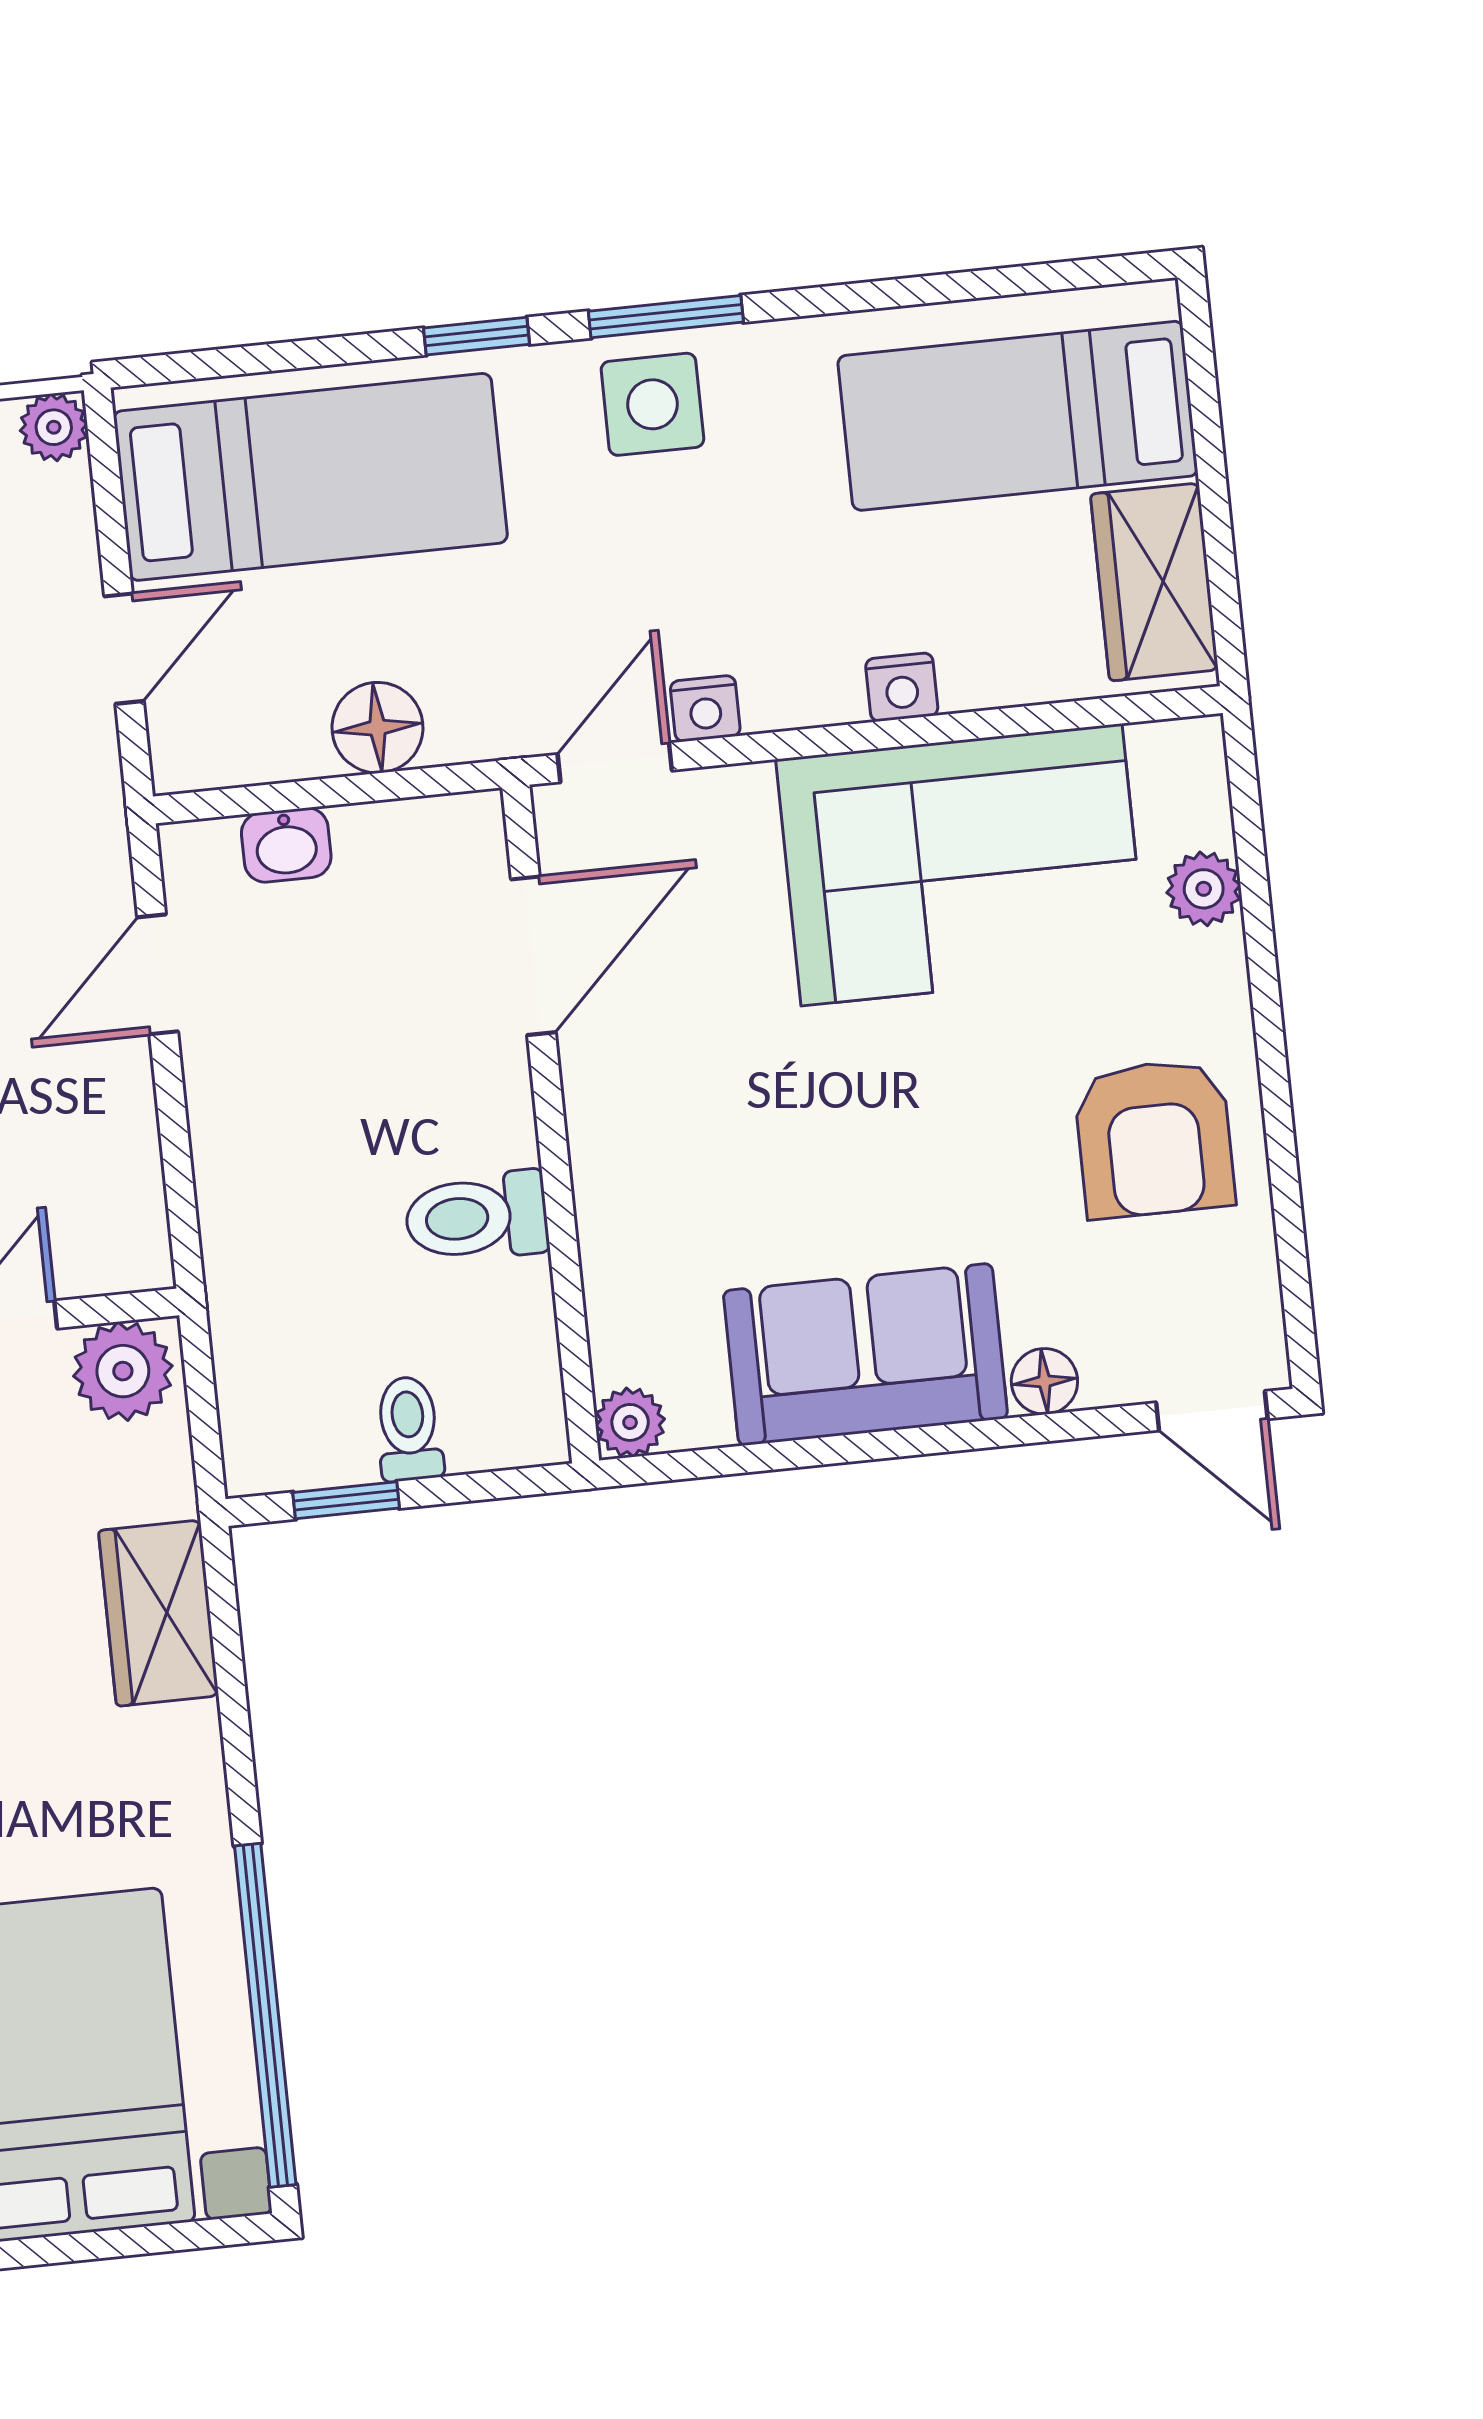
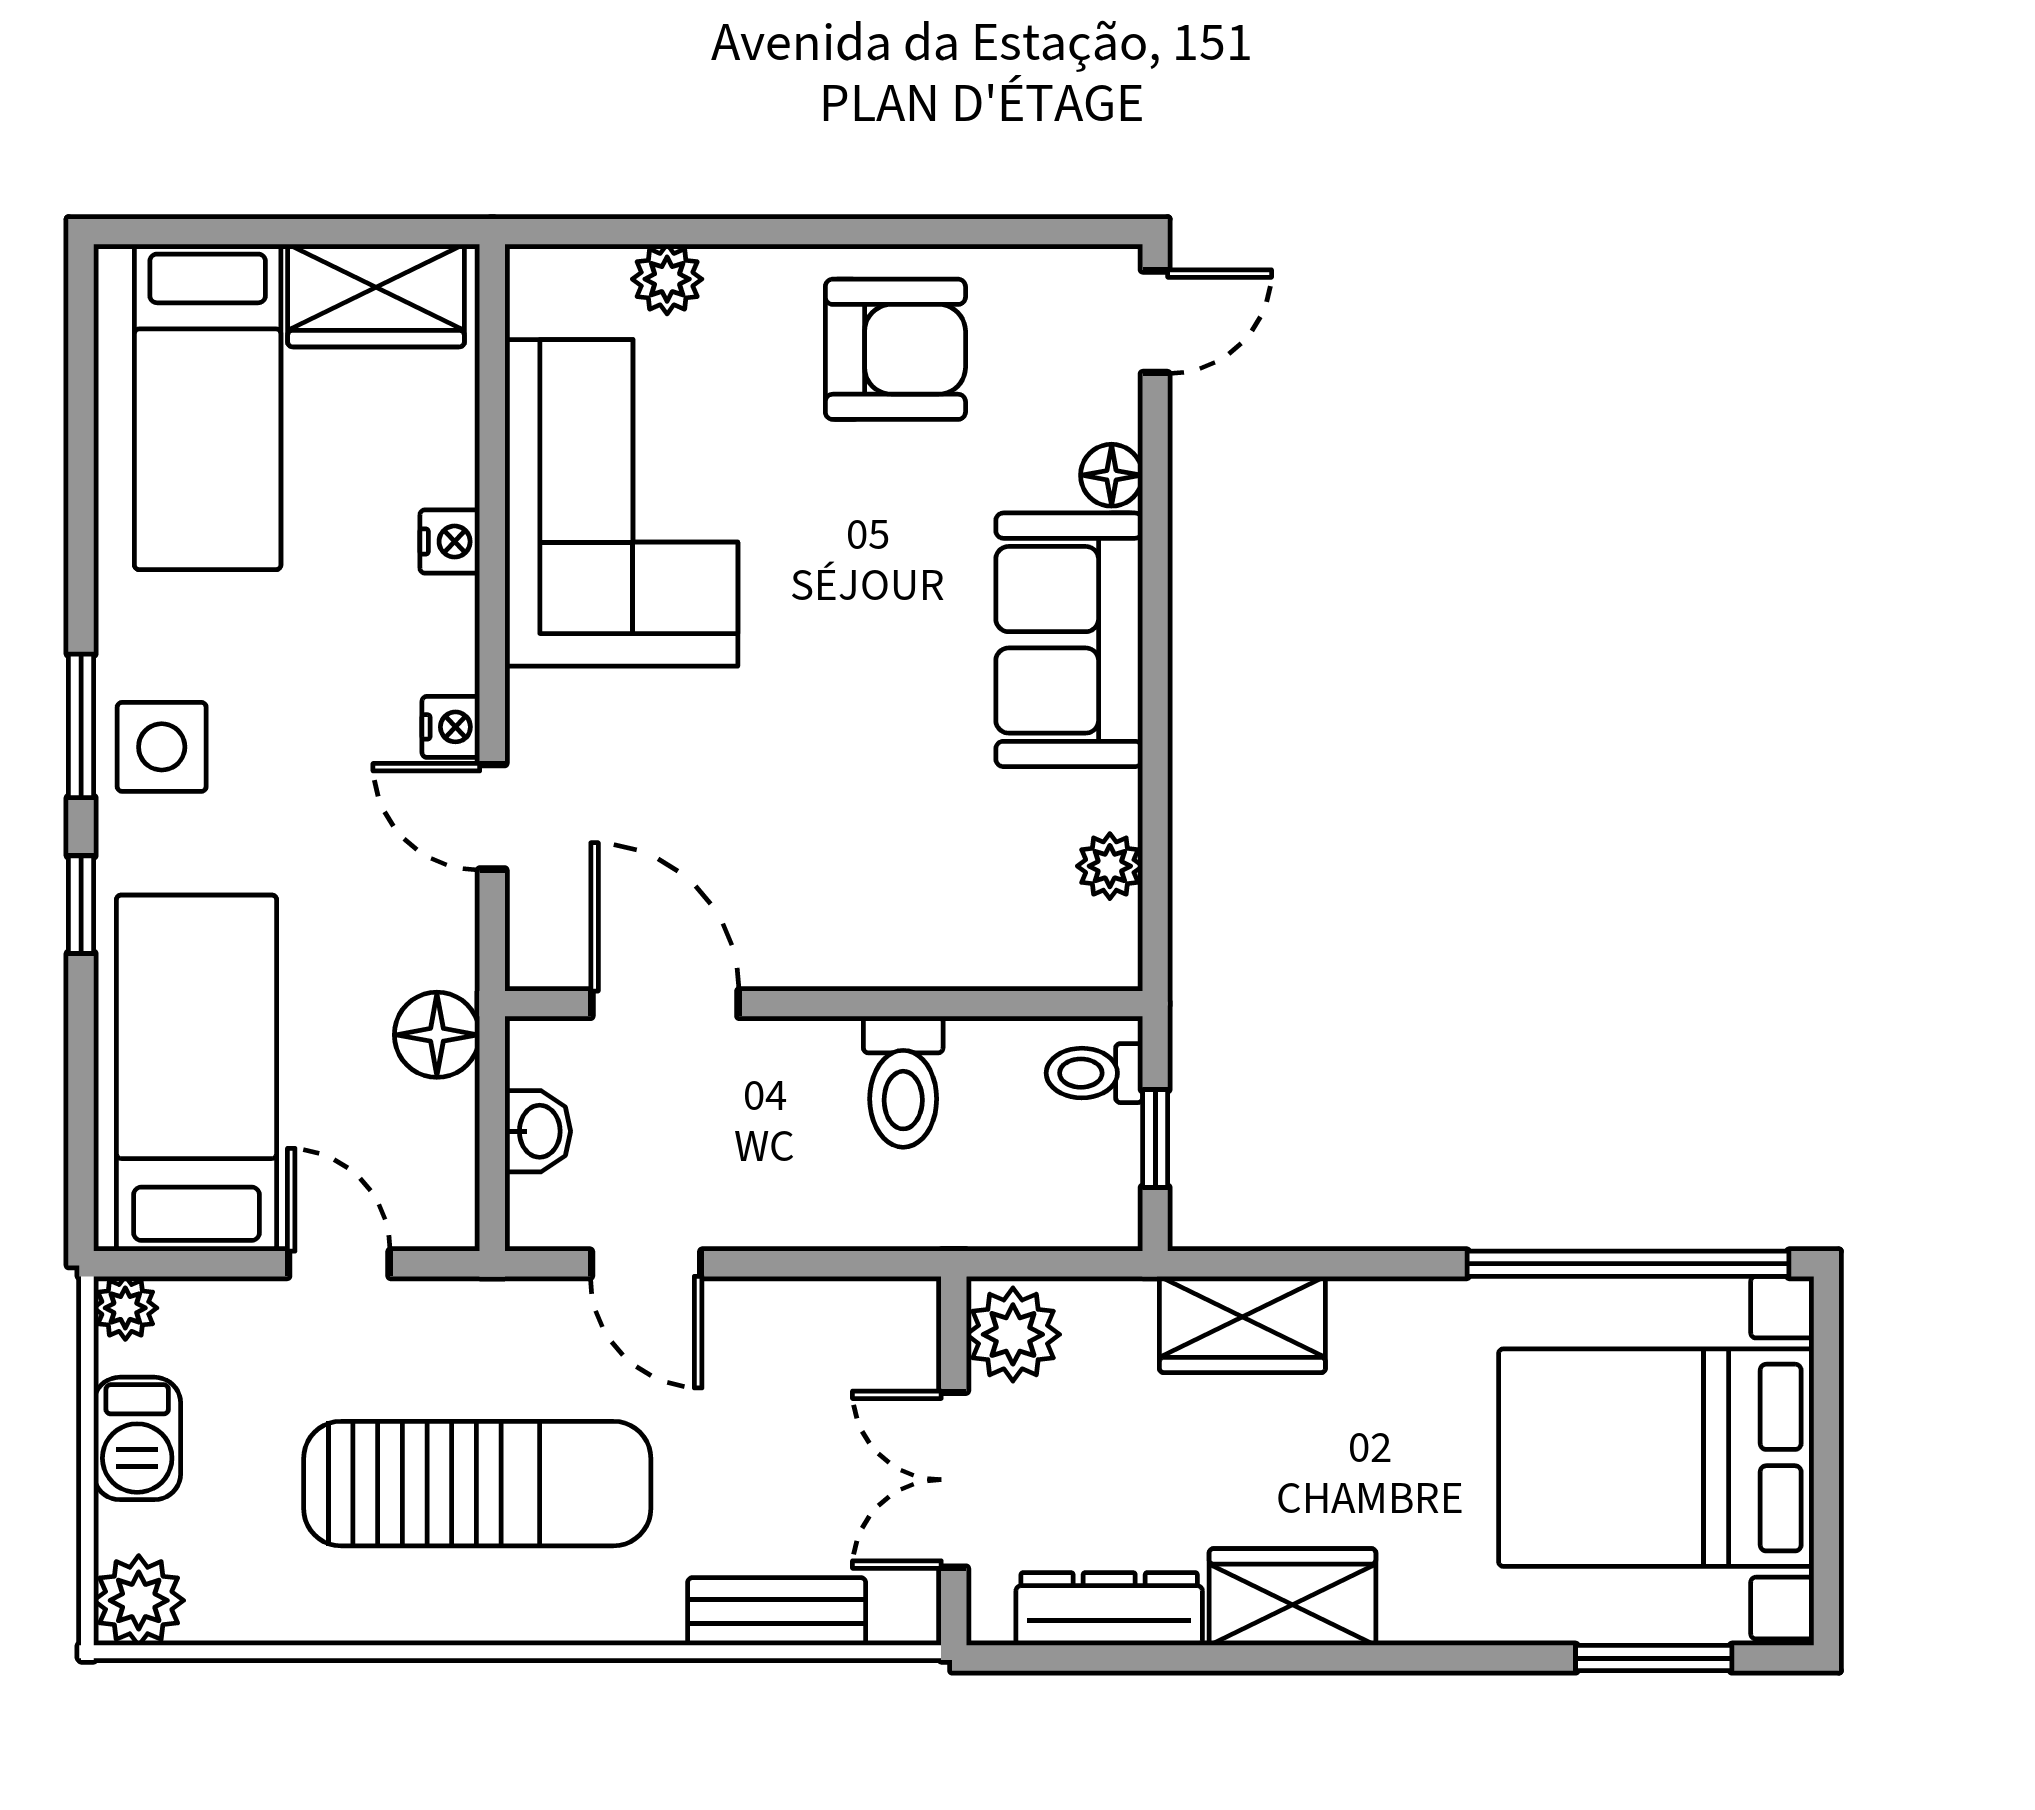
door: (533, 956) -> (665, 1004), moved
wall: (551, 1124) -> (824, 1004), moved
toilet: (477, 1217) -> (903, 1082), moved

